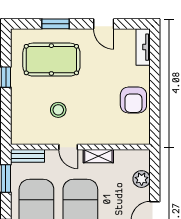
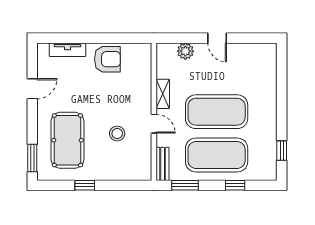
window: (56, 24) -> (32, 158), moved
tv unit: (143, 47) -> (68, 50), moved
door: (68, 147) -> (154, 124), hinge flipped

